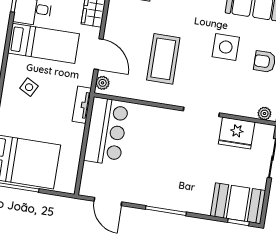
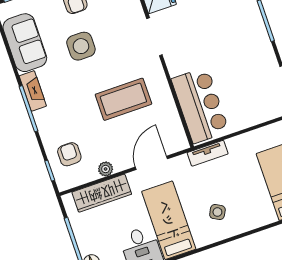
plant: (103, 83) -> (106, 169), moved
bar counter: (106, 131) -> (200, 105), moved, turned 90

